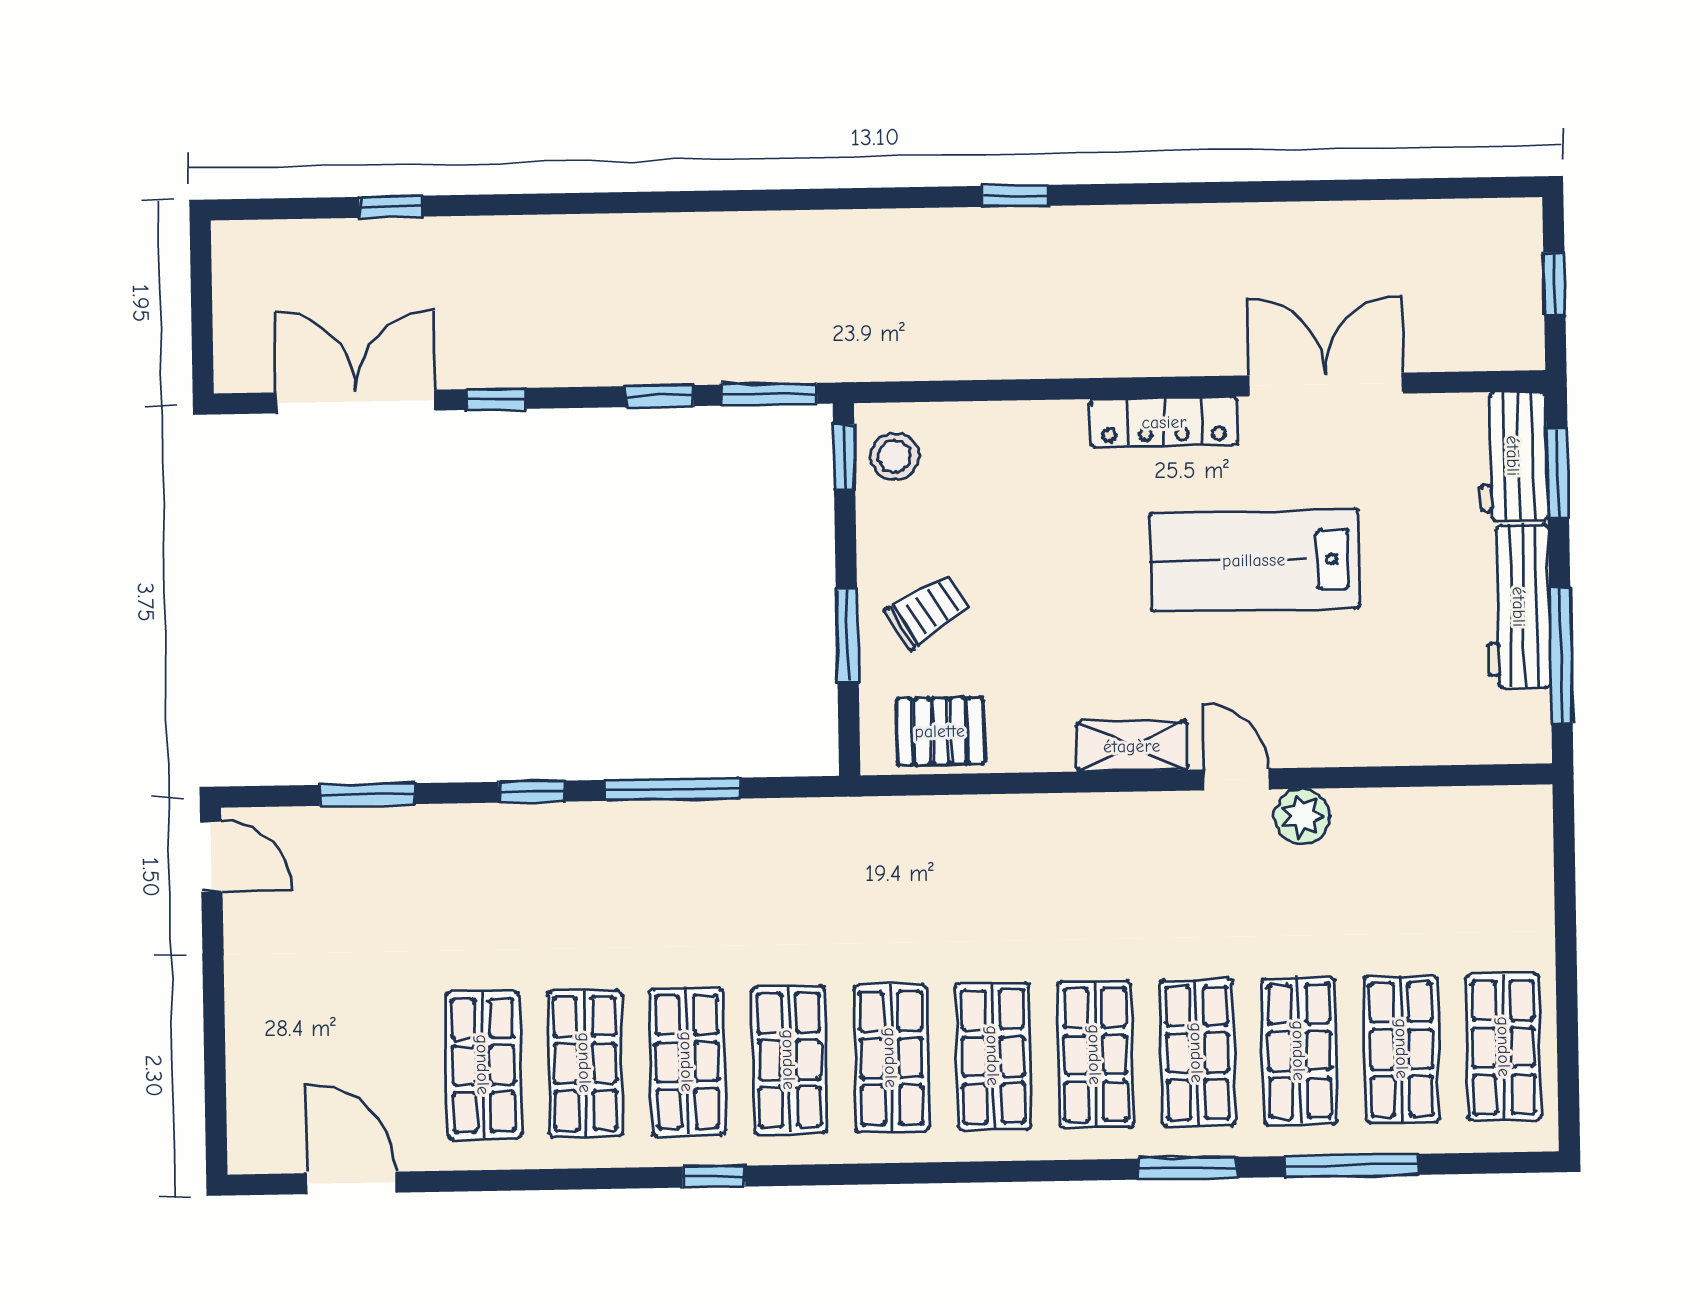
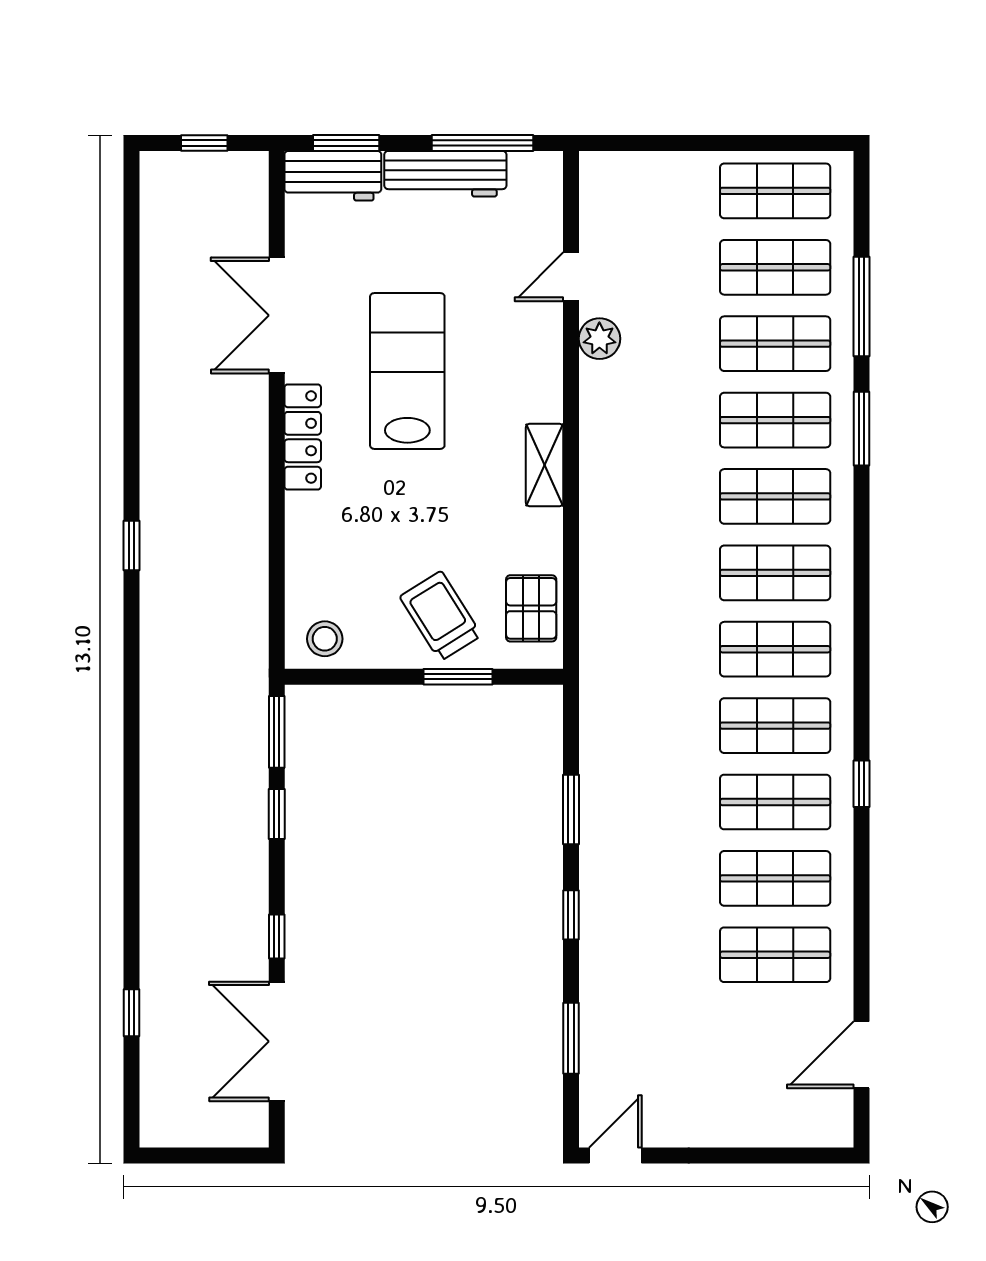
window: (844, 457) -> (325, 677), removed
lab bench: (1254, 560) -> (407, 371), turned 180
trolley: (928, 610) -> (441, 616), width x1.36, depth x1.39
door: (1237, 779) -> (571, 277), moved
window: (673, 789) -> (571, 809), width x0.69

